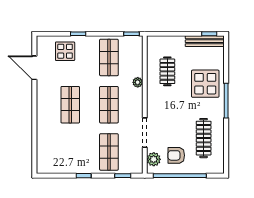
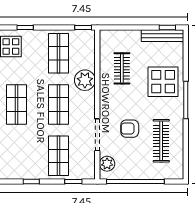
plant: (138, 82) -> (85, 80), width x1.87, depth x1.87
armchair: (176, 155) -> (130, 129), moved

